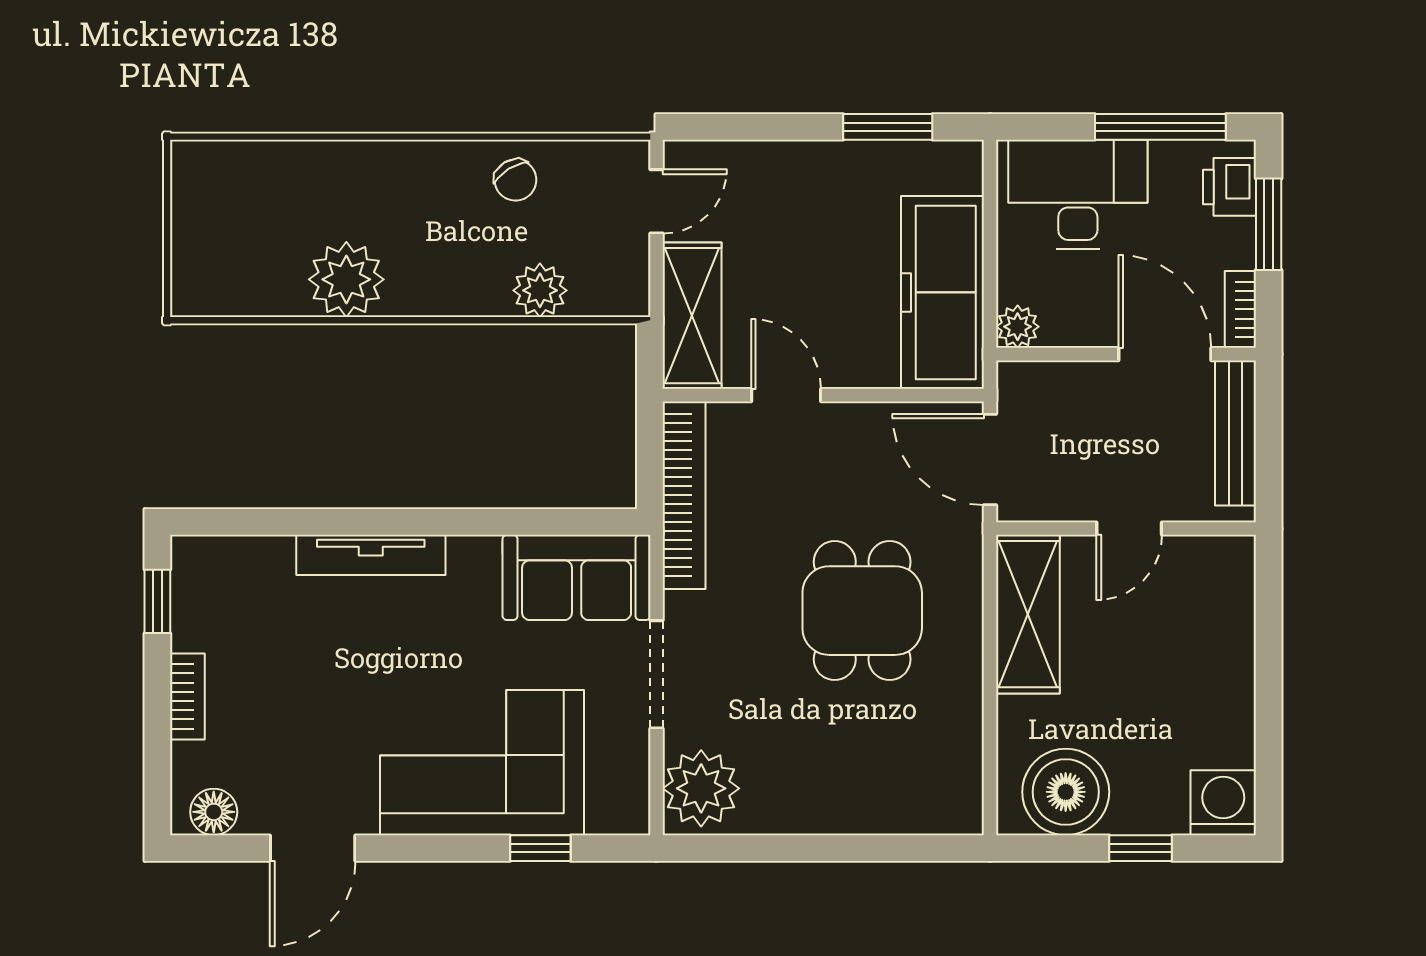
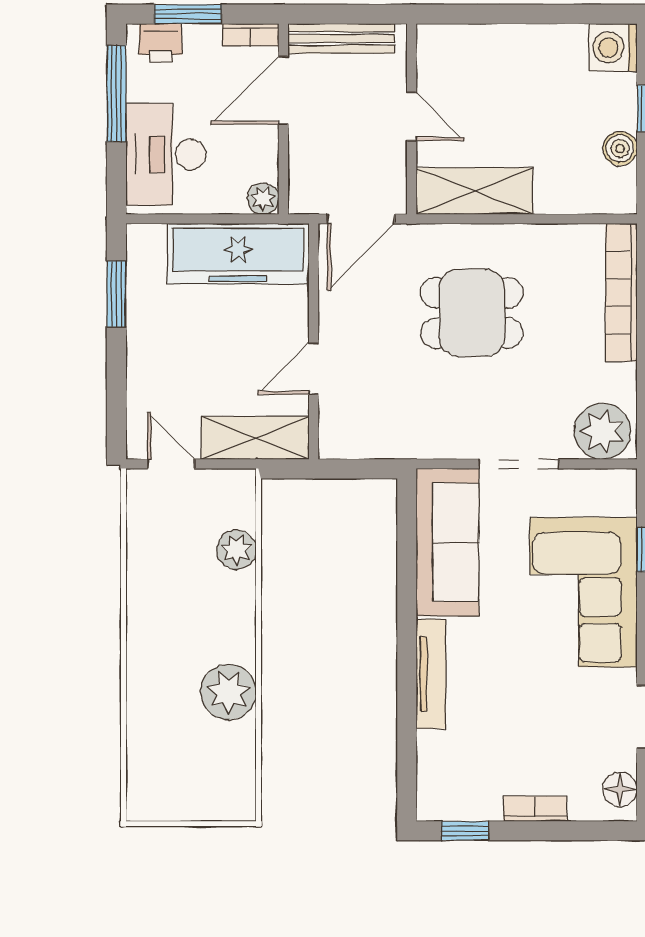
chair: (515, 180) -> (155, 568), removed
bookcase: (684, 495) -> (621, 292), moved, turned -90
sofa: (577, 577) -> (447, 542), width x1.36
boiler: (1066, 792) -> (620, 148), width x0.54, depth x0.54

